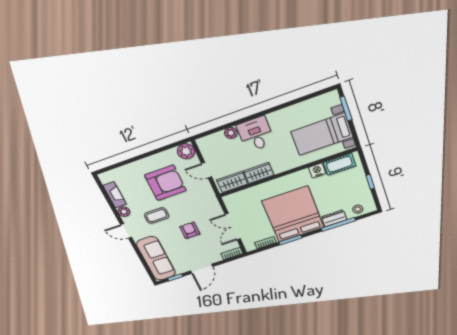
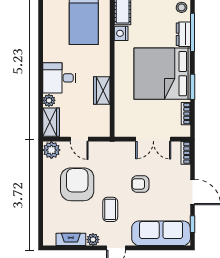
door: (206, 170) -> (79, 139), hinge flipped
wardrobe: (232, 182) -> (51, 122), moved, turned 180

